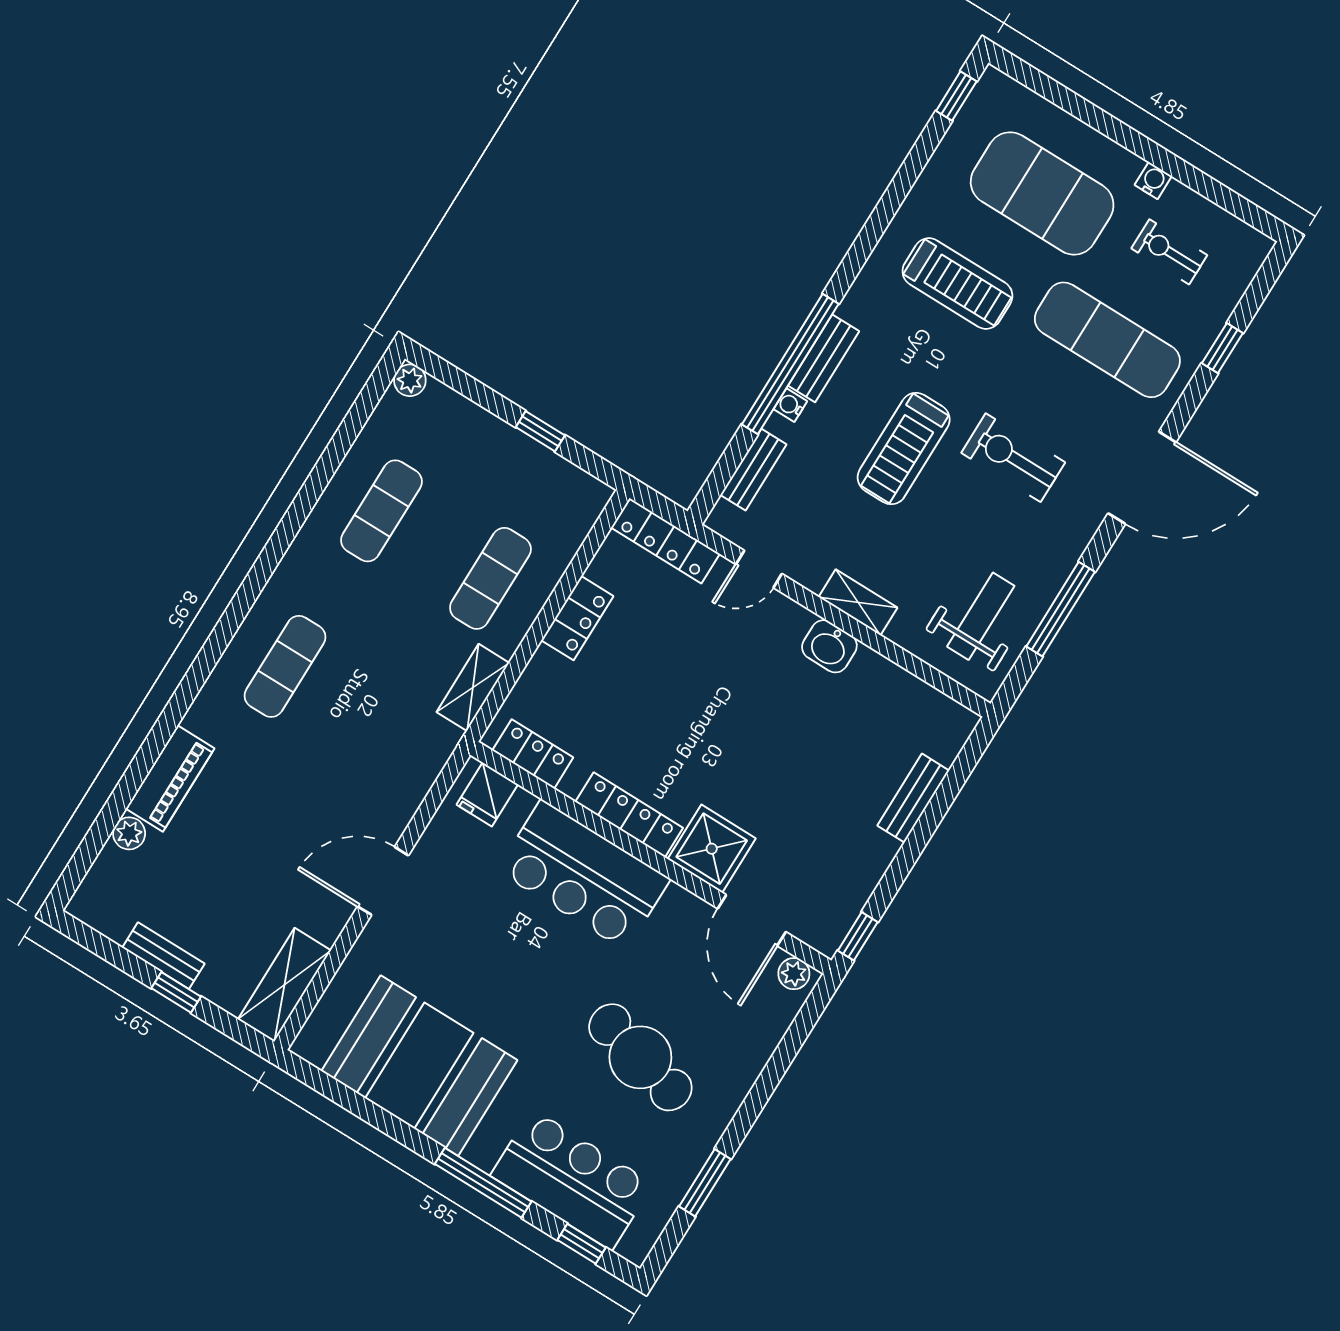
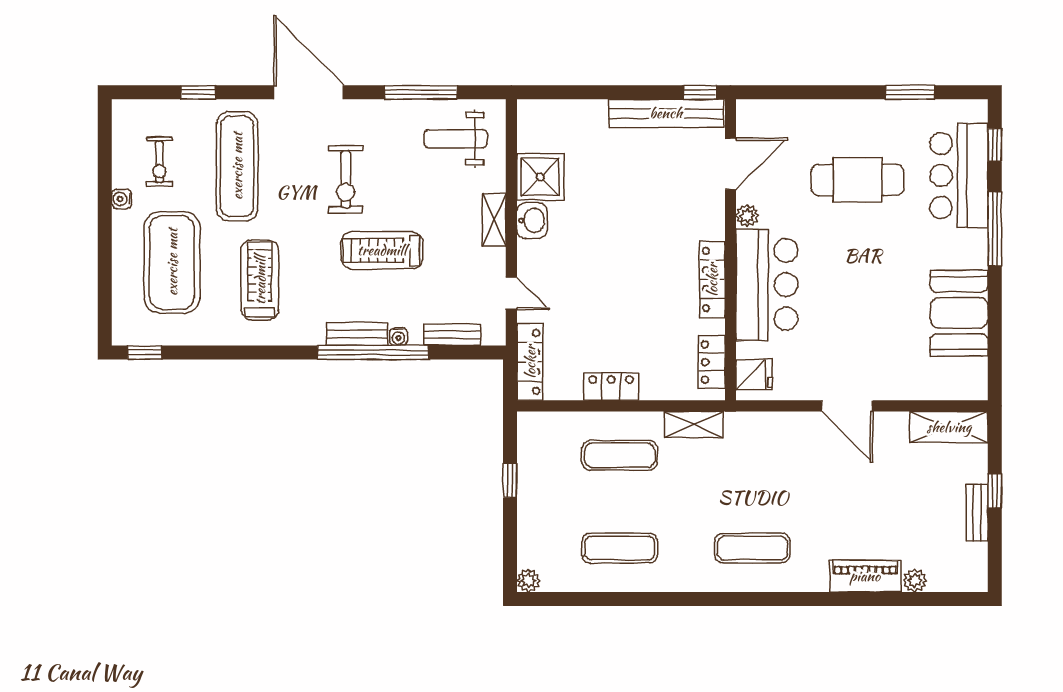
treadmill: (904, 449) -> (382, 250), turned 180
bench: (913, 798) -> (666, 113), moved, width x1.86, depth x1.21
shower: (712, 849) -> (540, 177), moved
plant: (794, 974) -> (747, 216), moved
cafe table: (640, 1057) -> (857, 180), turned 75
booth: (419, 1066) -> (959, 313), width x0.73, depth x0.70

